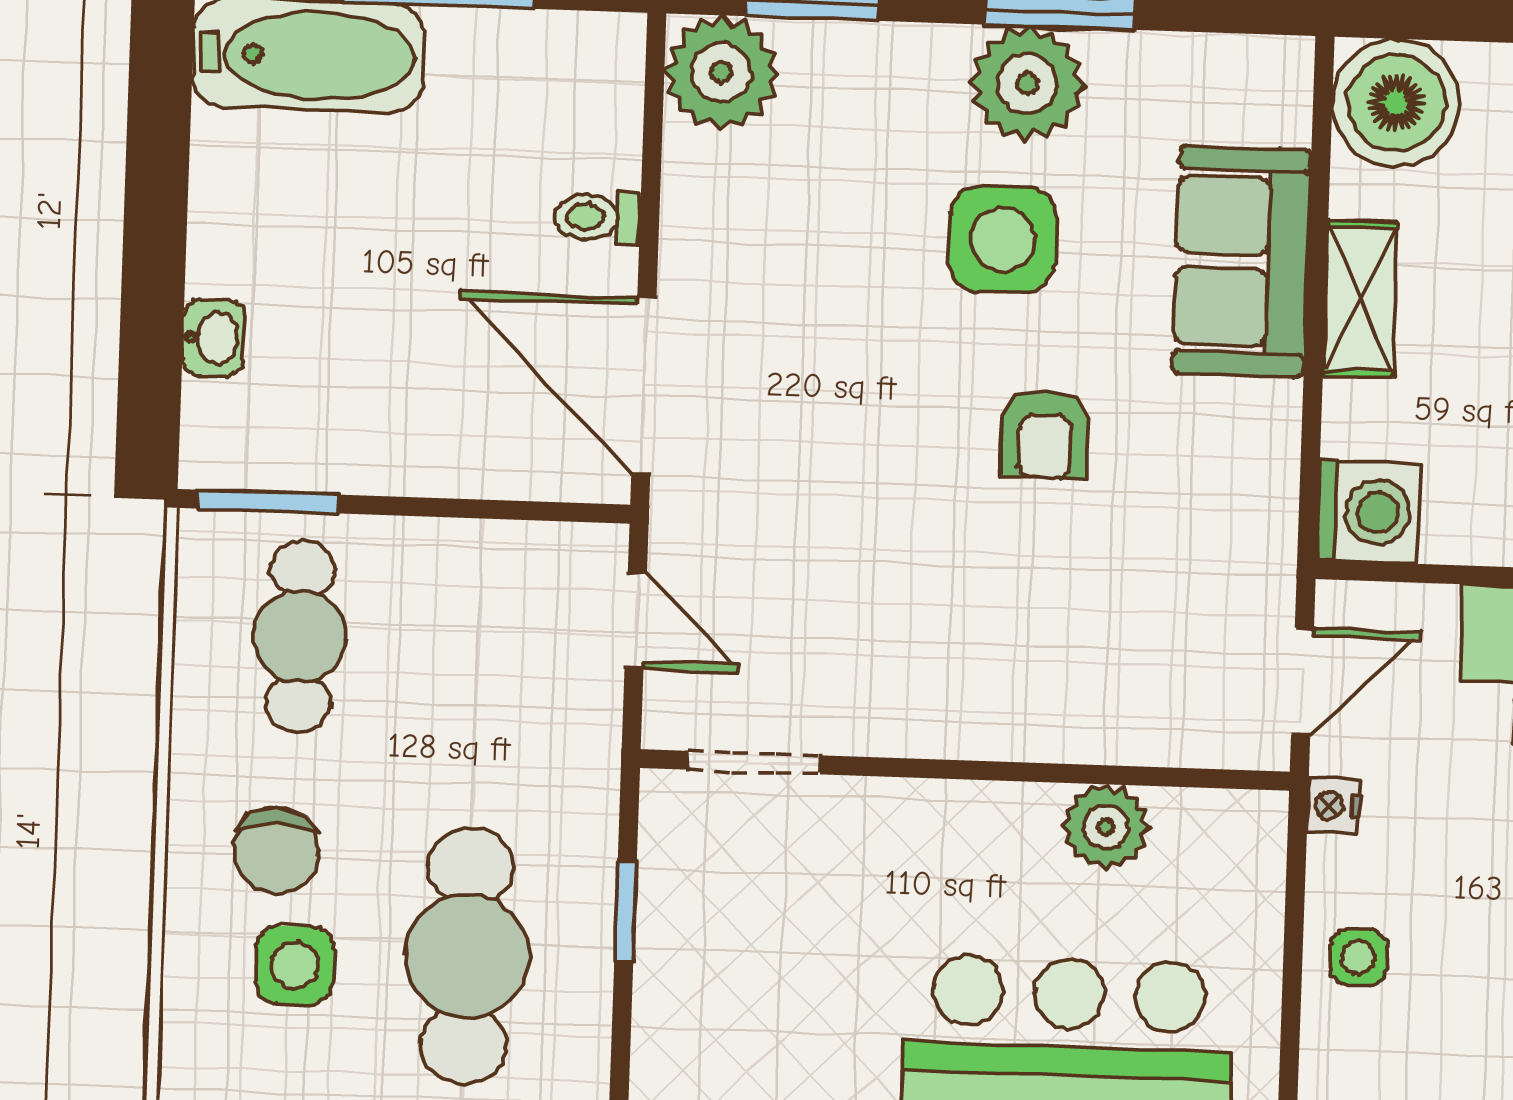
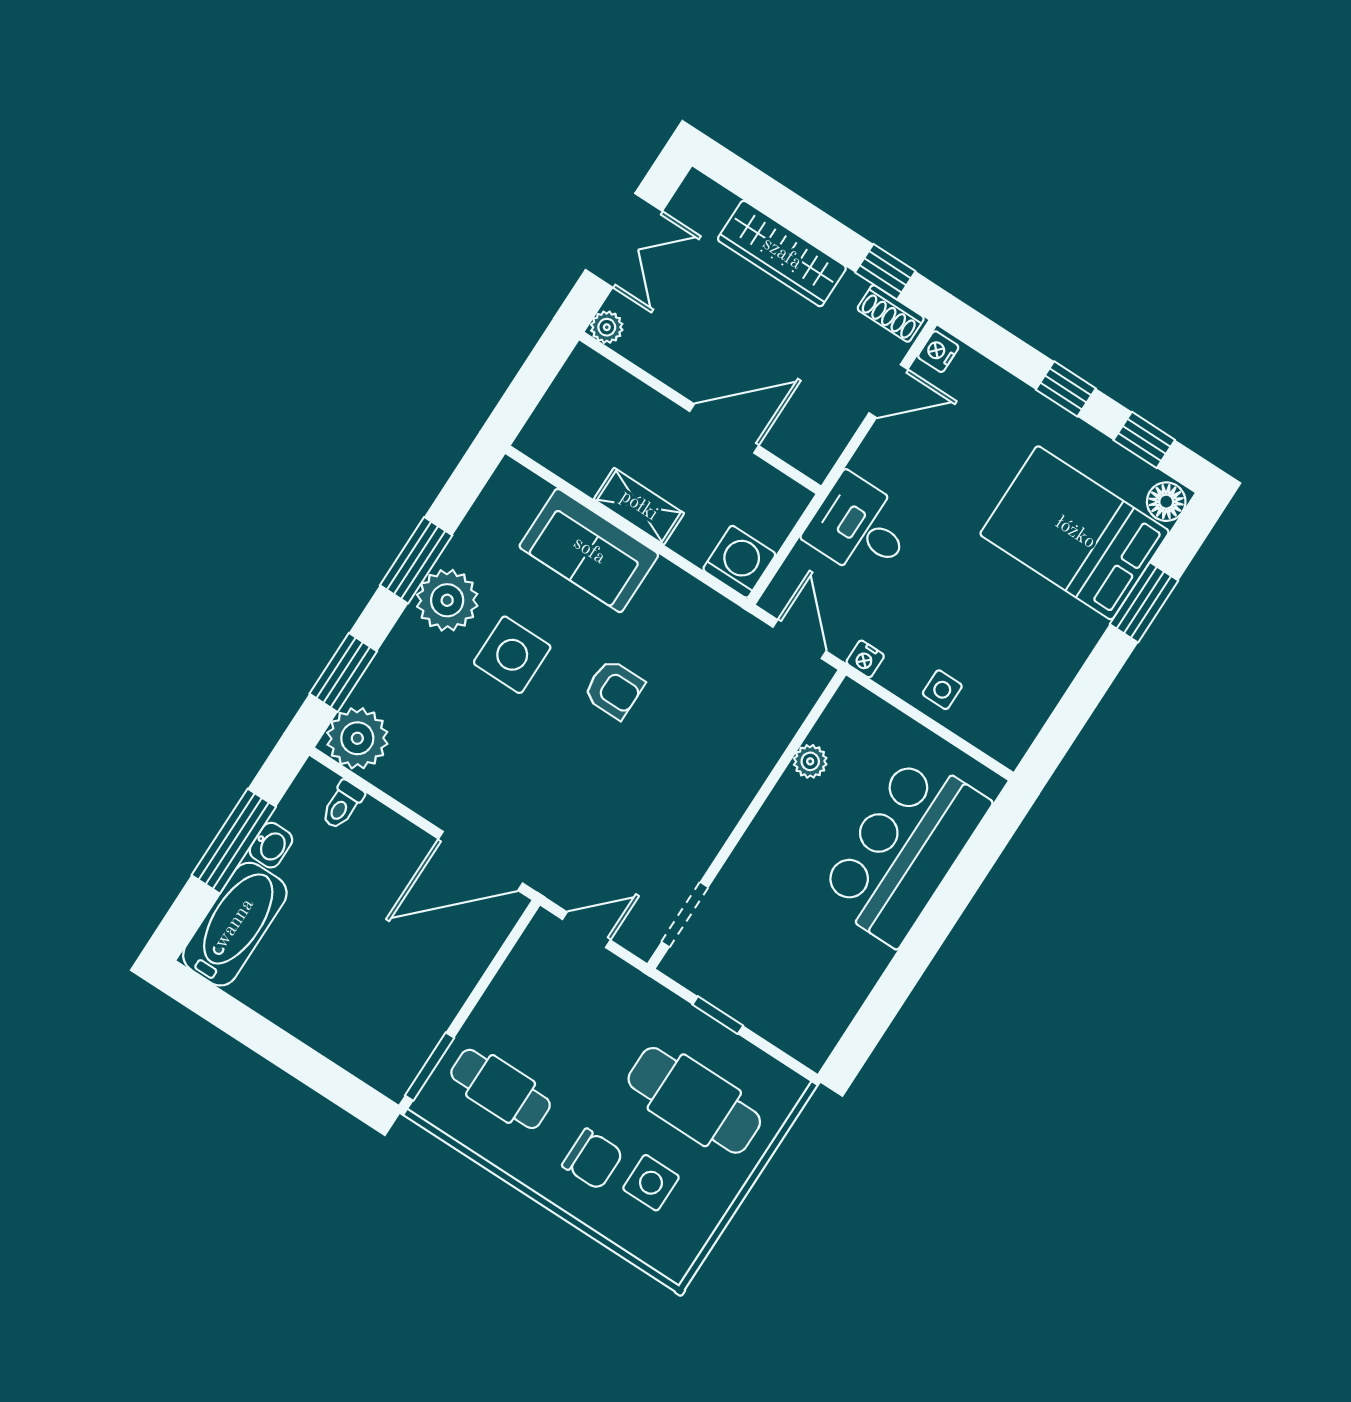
boiler: (1396, 103) -> (558, 435), removed
toilet: (597, 217) -> (342, 805), moved
washbasin: (213, 338) -> (271, 845), moved, turned 90
plant: (1106, 827) -> (810, 761), width x0.73, depth x0.73

